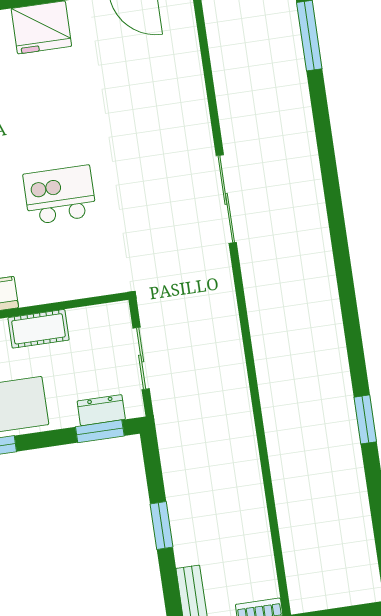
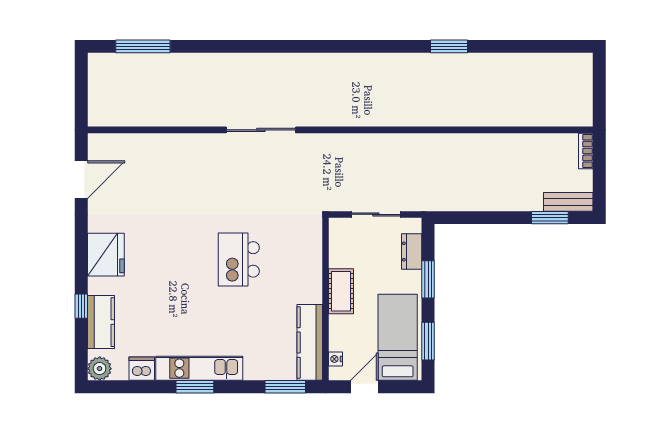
window: (100, 431) -> (428, 279), moved
window: (161, 526) -> (550, 218), moved

